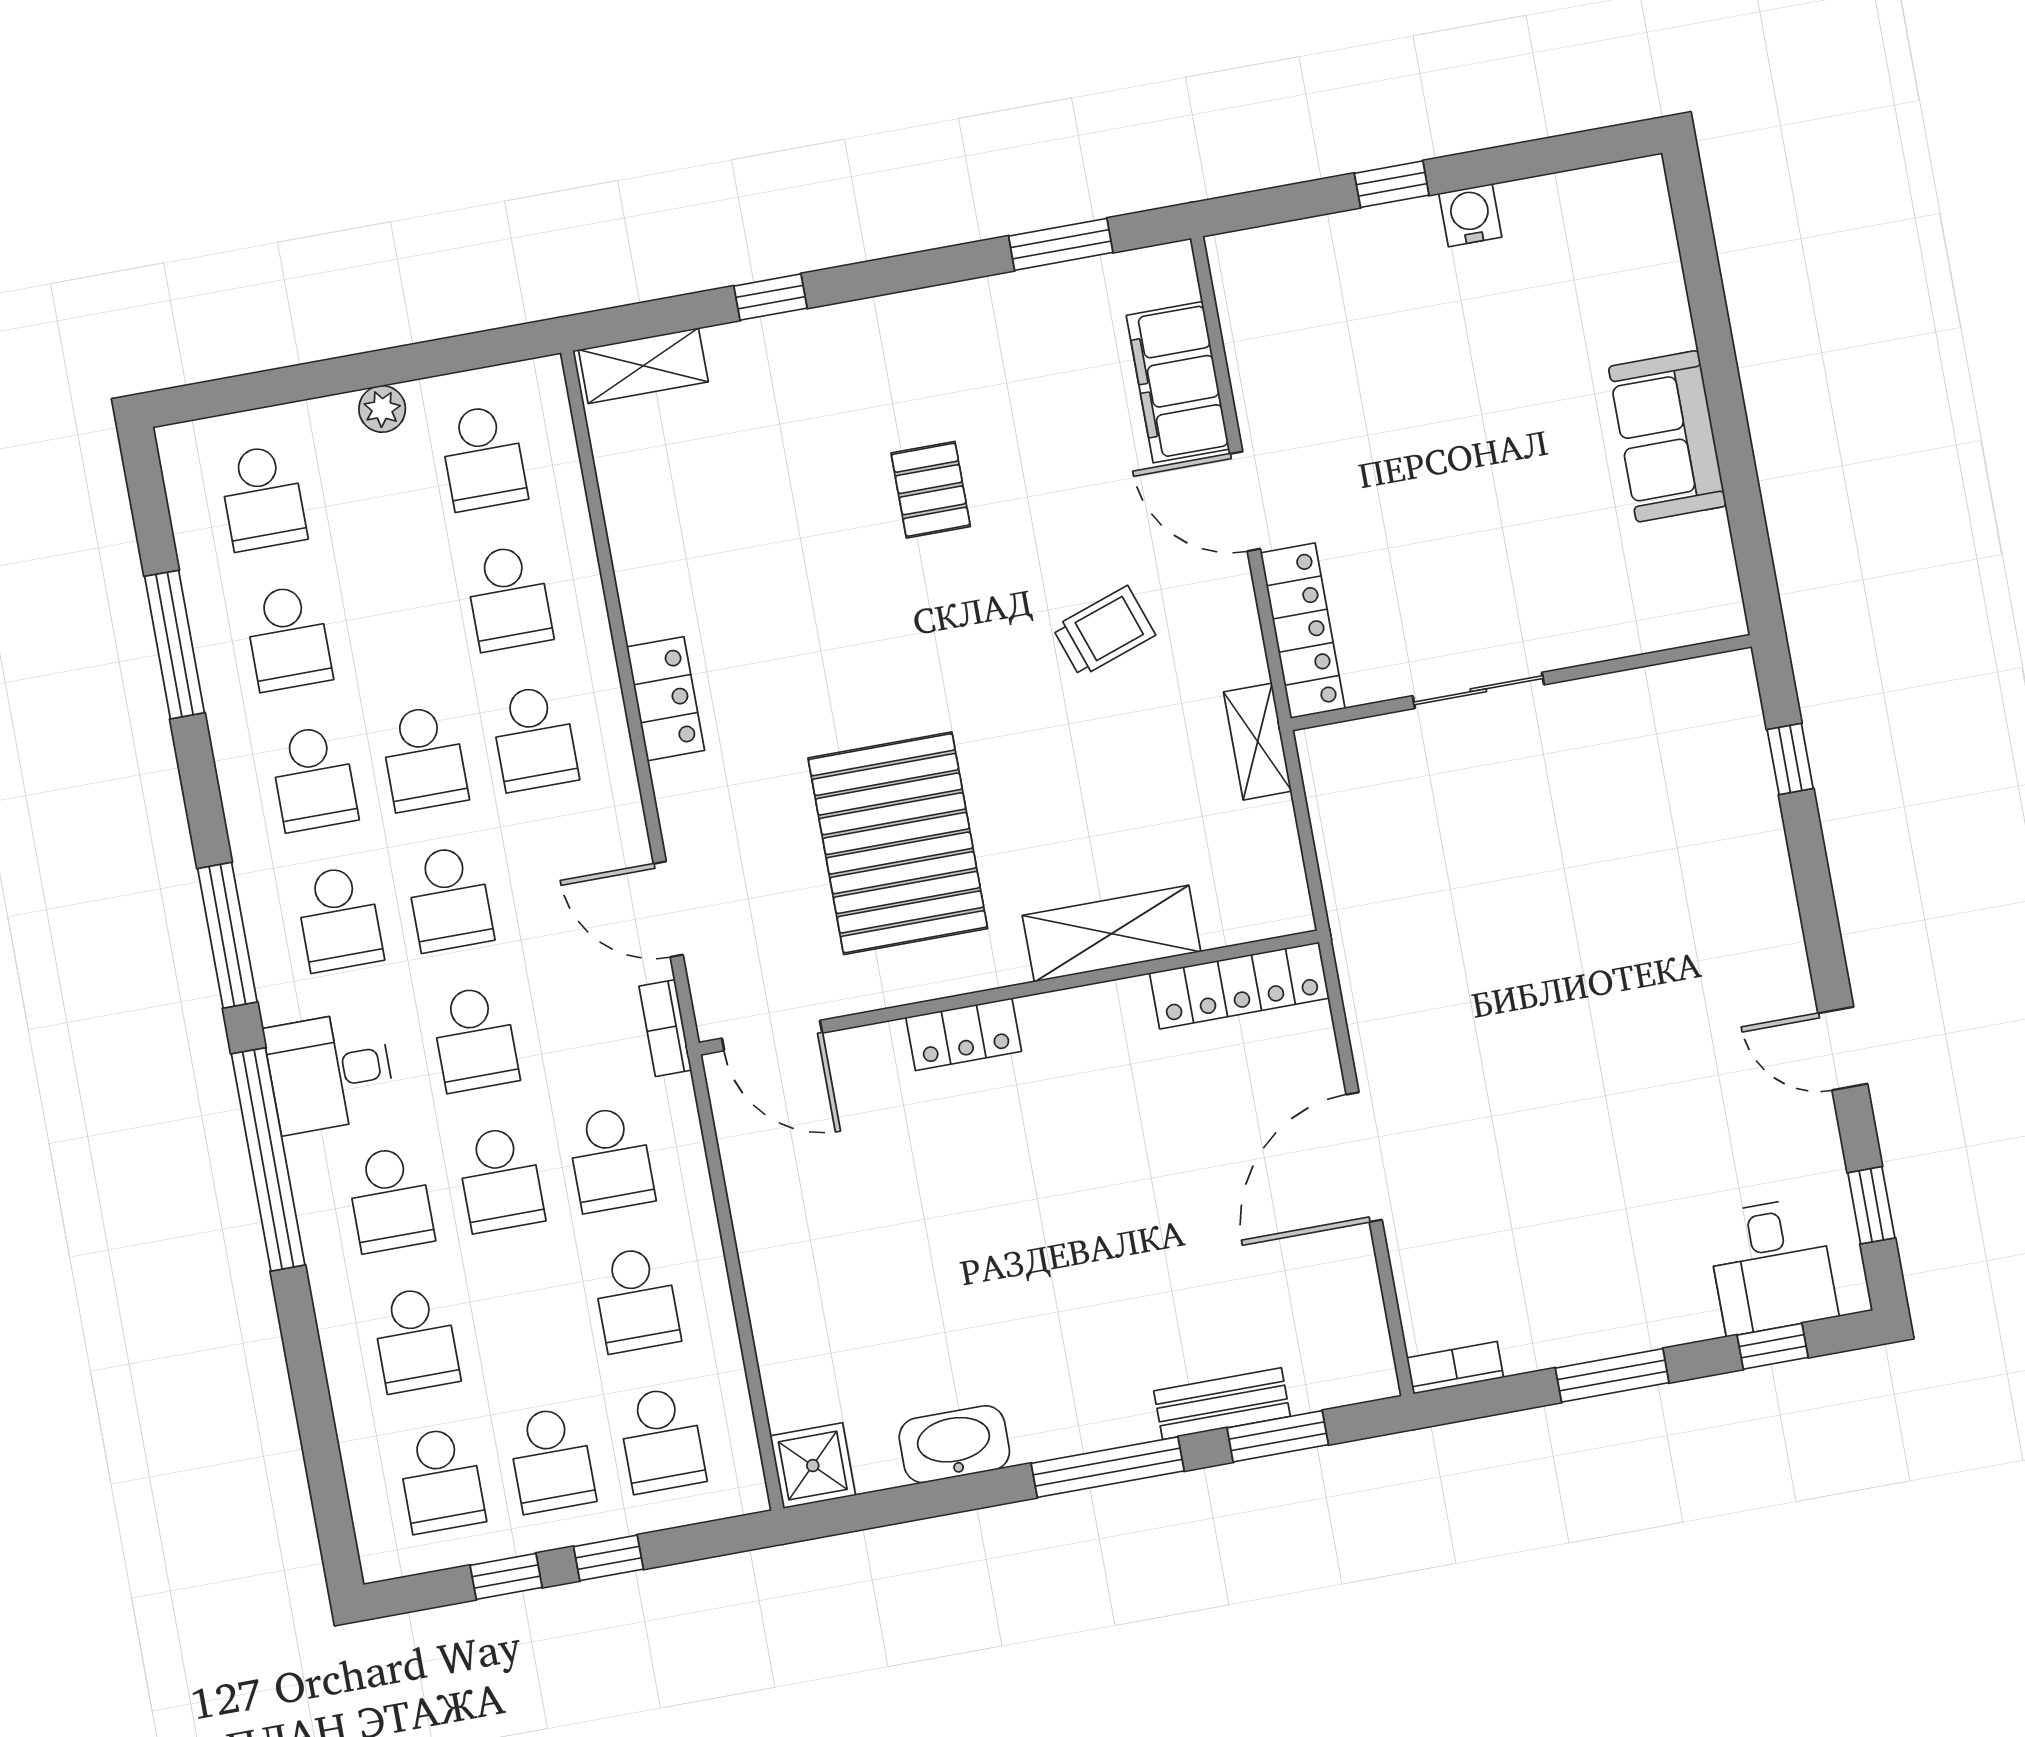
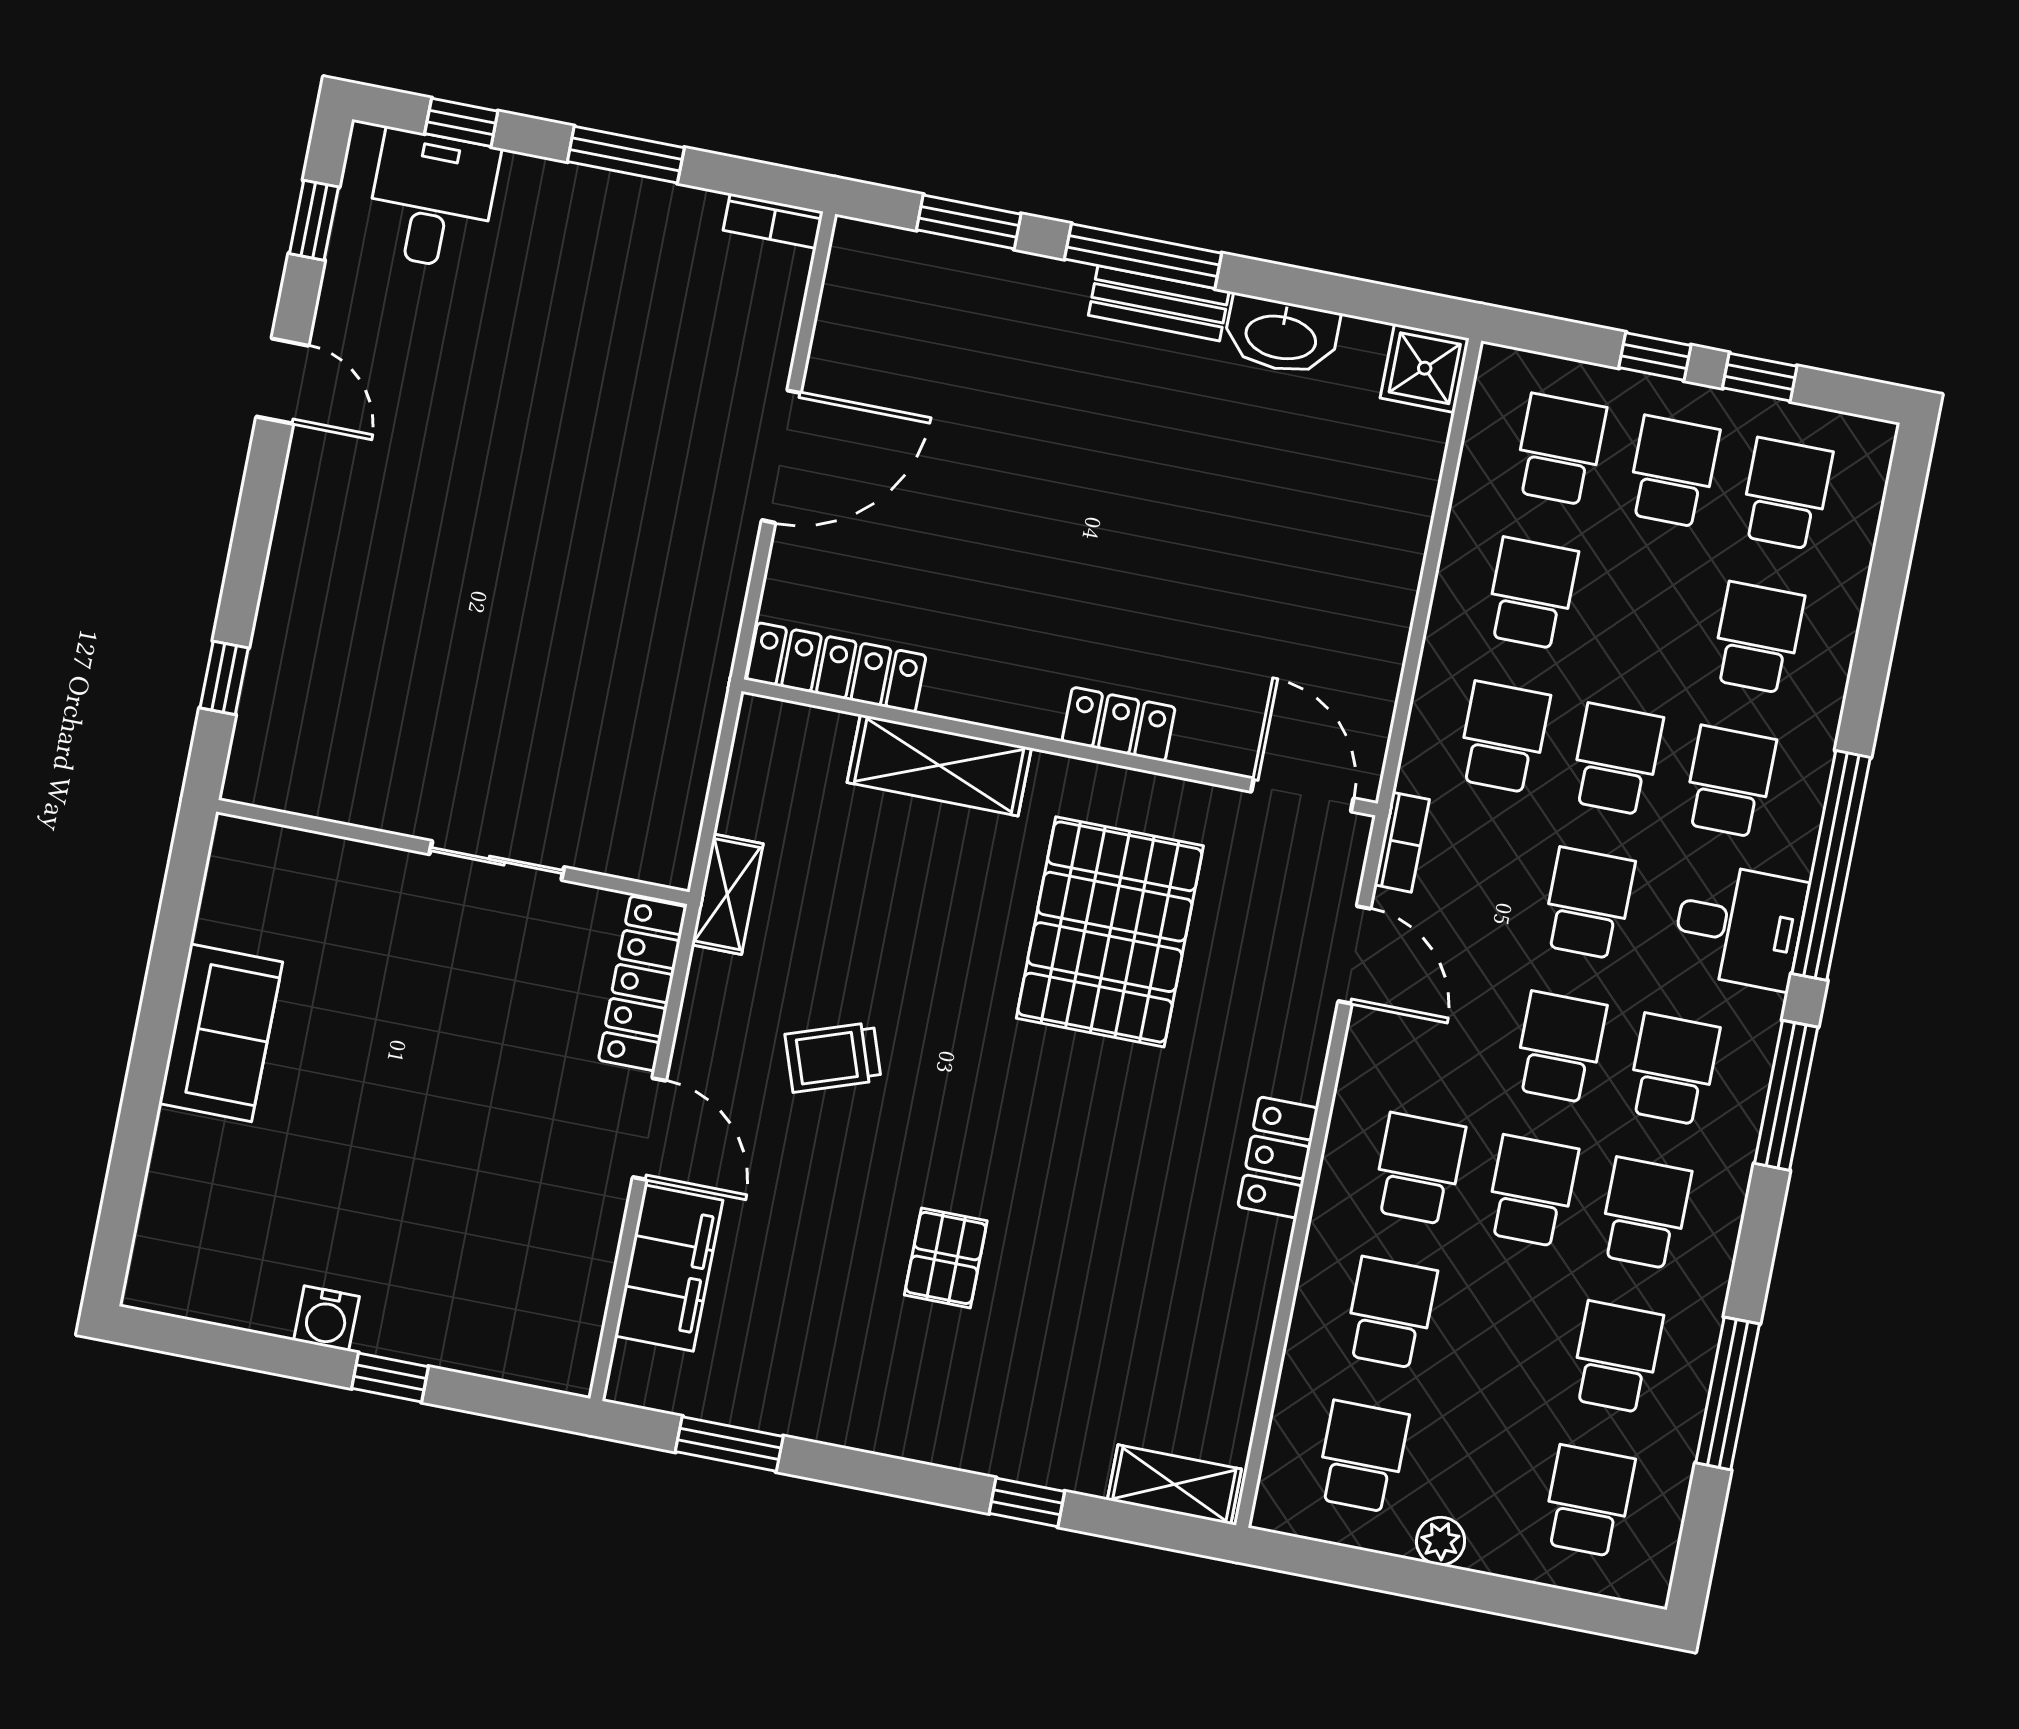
bench: (1222, 1404) -> (1159, 303), moved

